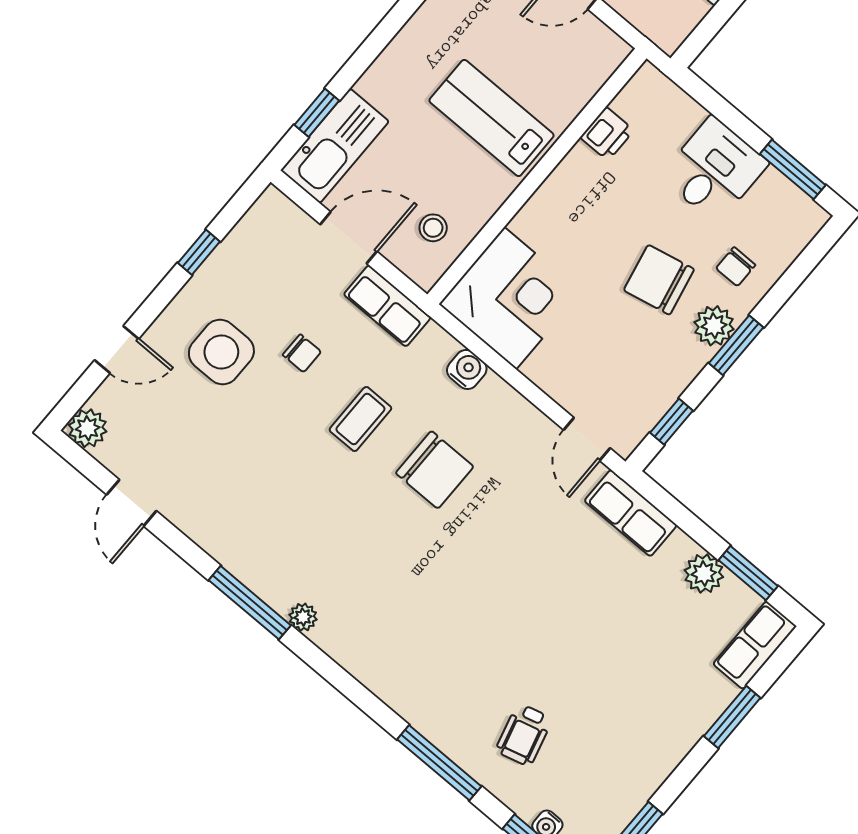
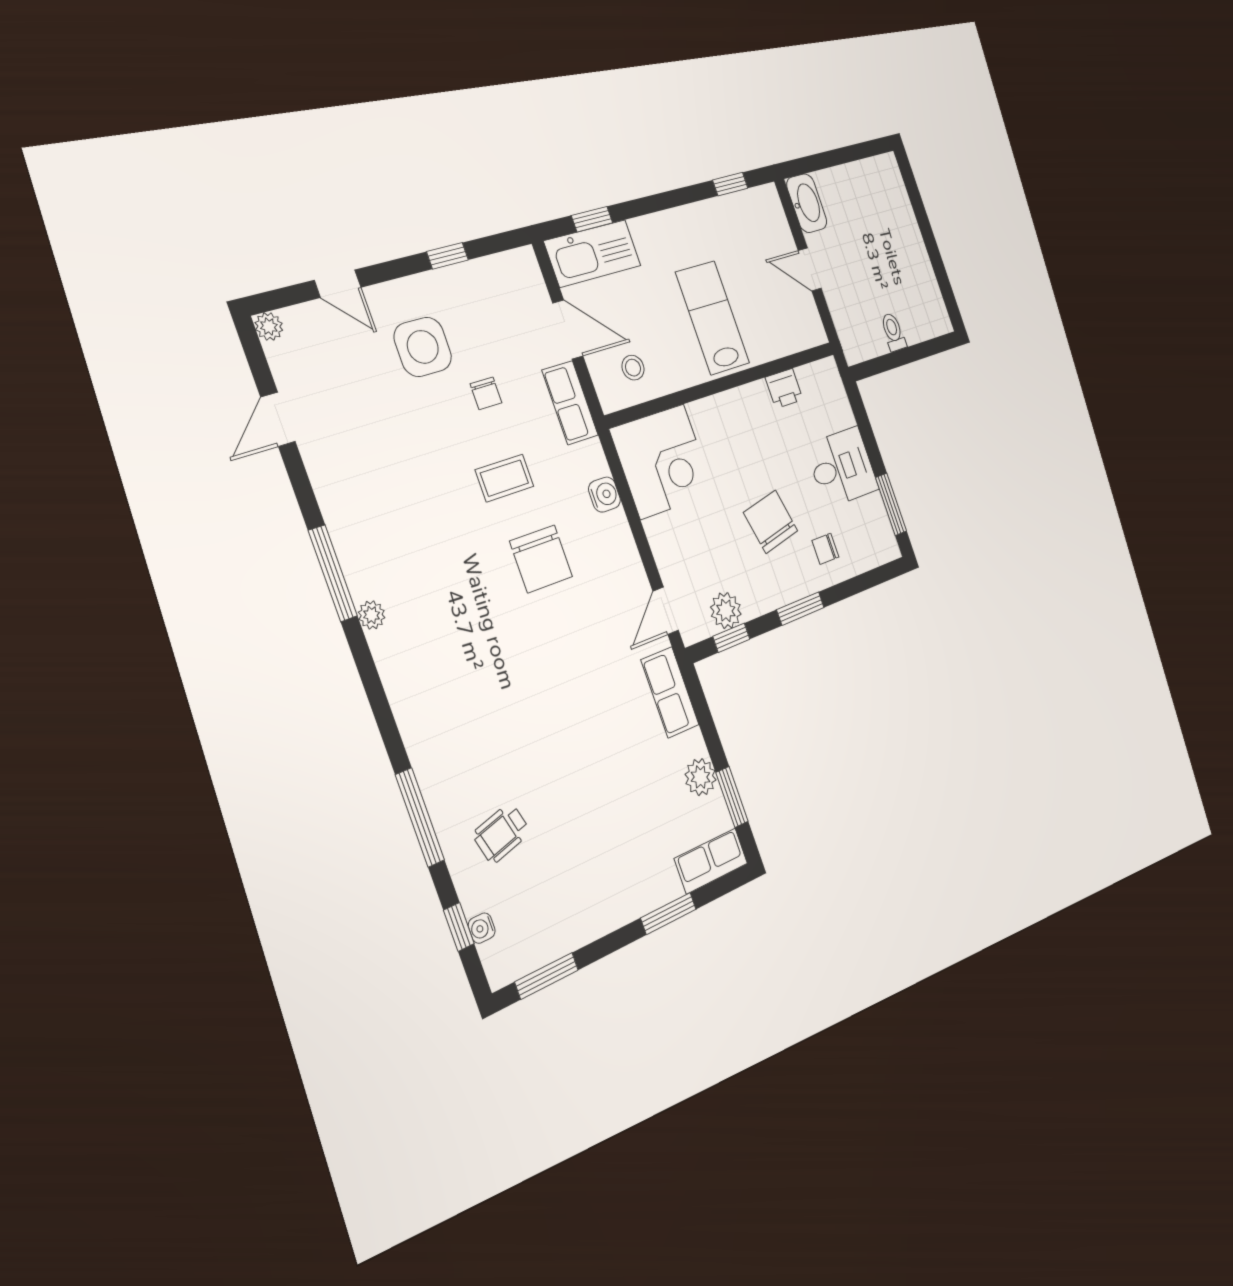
plant: (714, 326) -> (726, 611), moved
plant: (88, 428) -> (269, 326), width x0.73, depth x0.73

